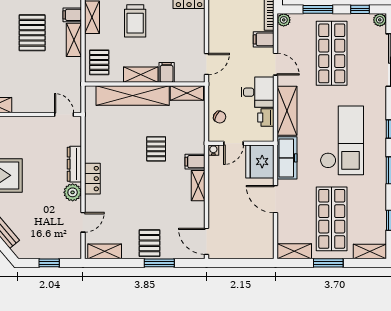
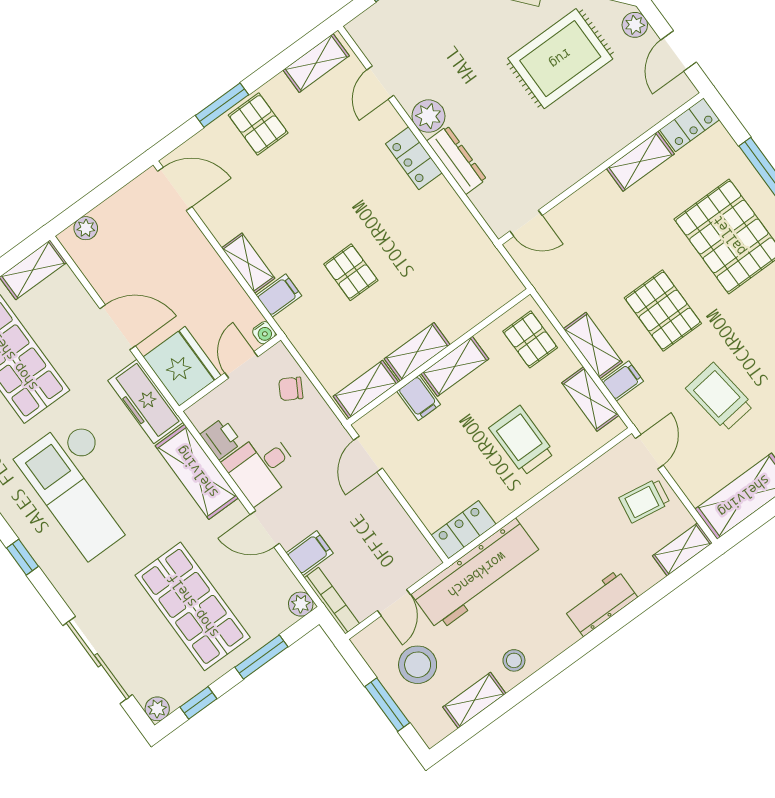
shelving: (133, 96) -> (417, 352), width x0.45, depth x0.75
plant: (258, 253) -> (86, 228), added

